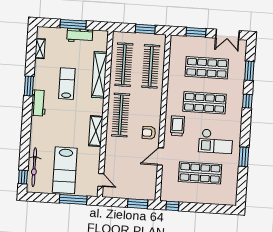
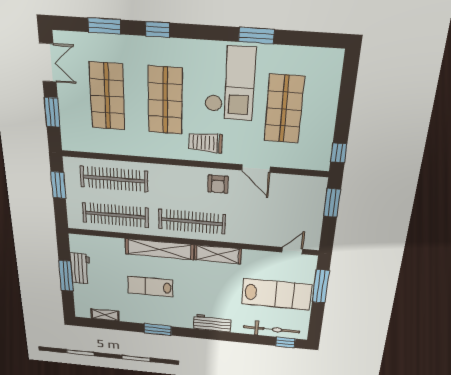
shelving: (99, 75) -> (159, 249), moved
workbench: (39, 103) -> (212, 323), moved
checkout: (216, 141) -> (230, 83), width x1.36, depth x1.21

